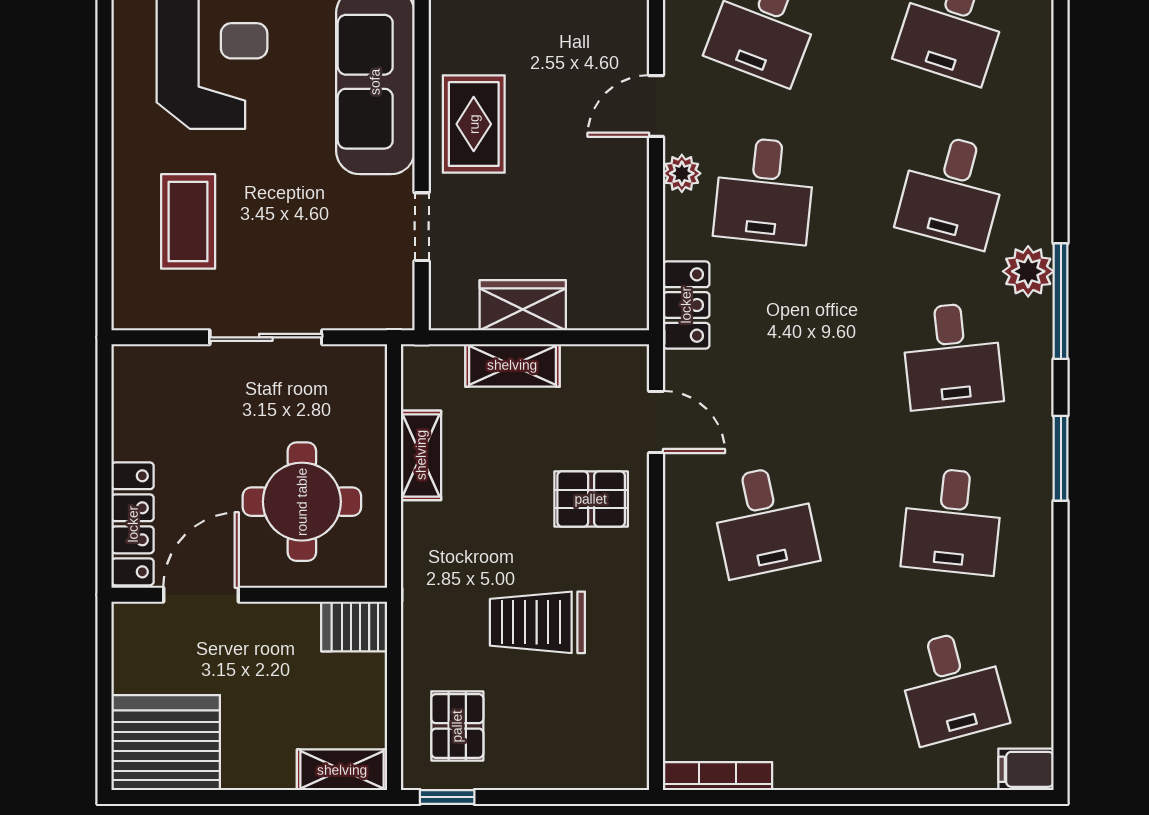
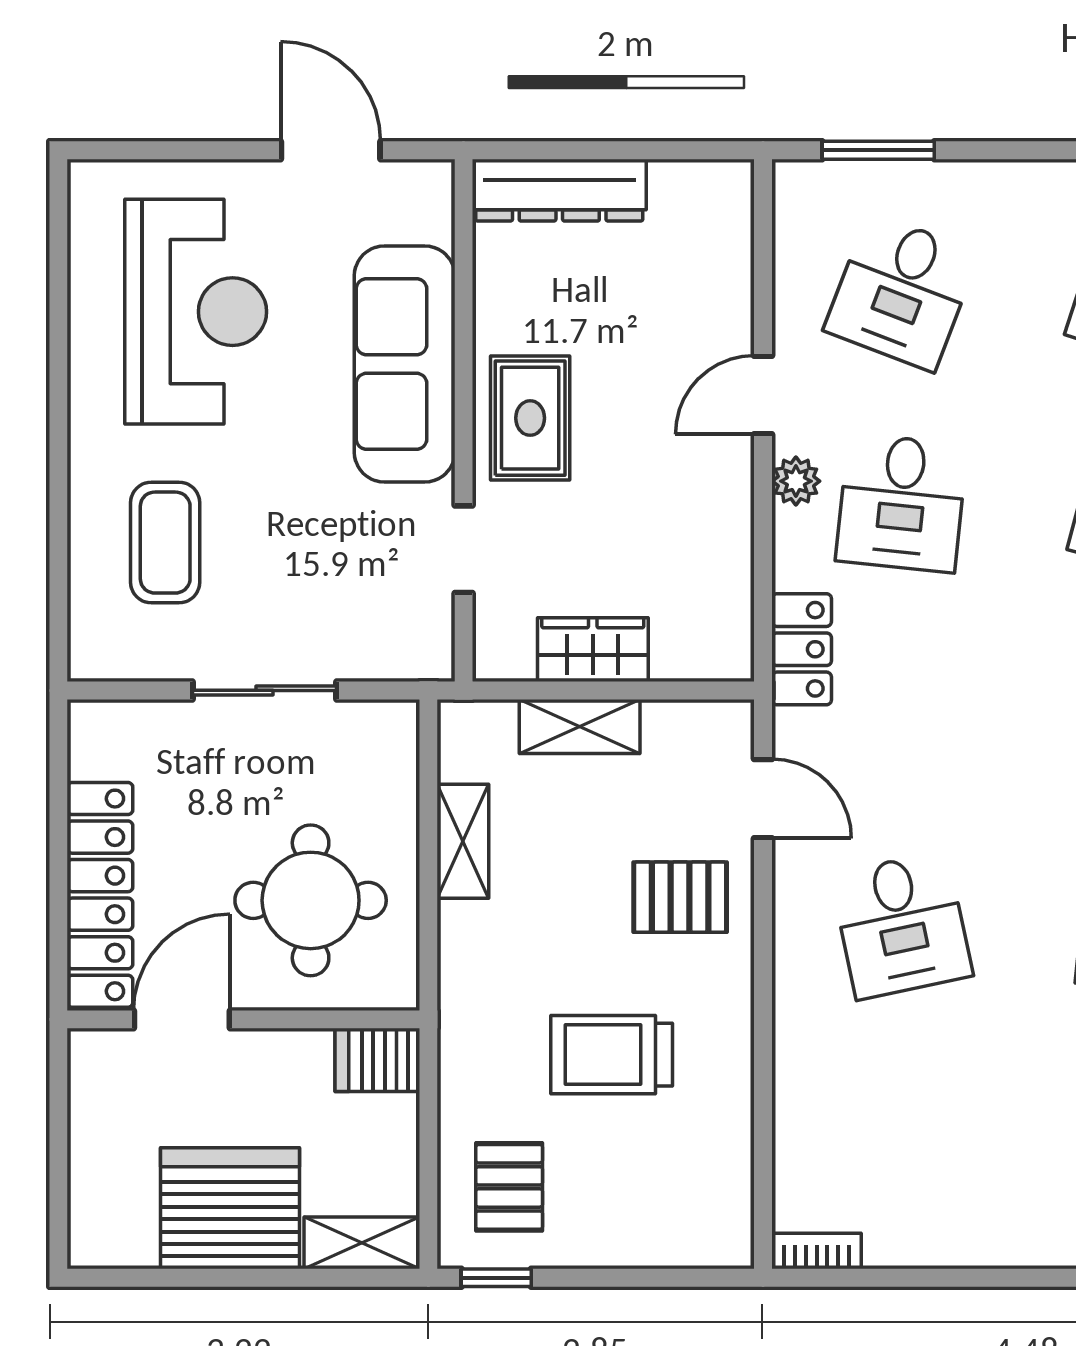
locker: (133, 524) -> (100, 895), width x1.41, depth x1.21
server rack: (166, 743) -> (230, 1208), moved
bookcase: (718, 776) -> (817, 1251), width x0.64

